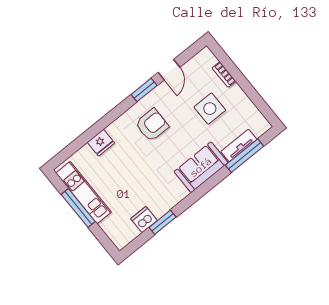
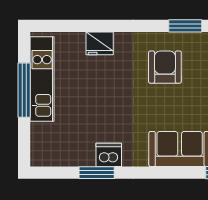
armchair: (152, 125) -> (165, 67), turned -90
dishwasher: (144, 220) -> (109, 155), moved

